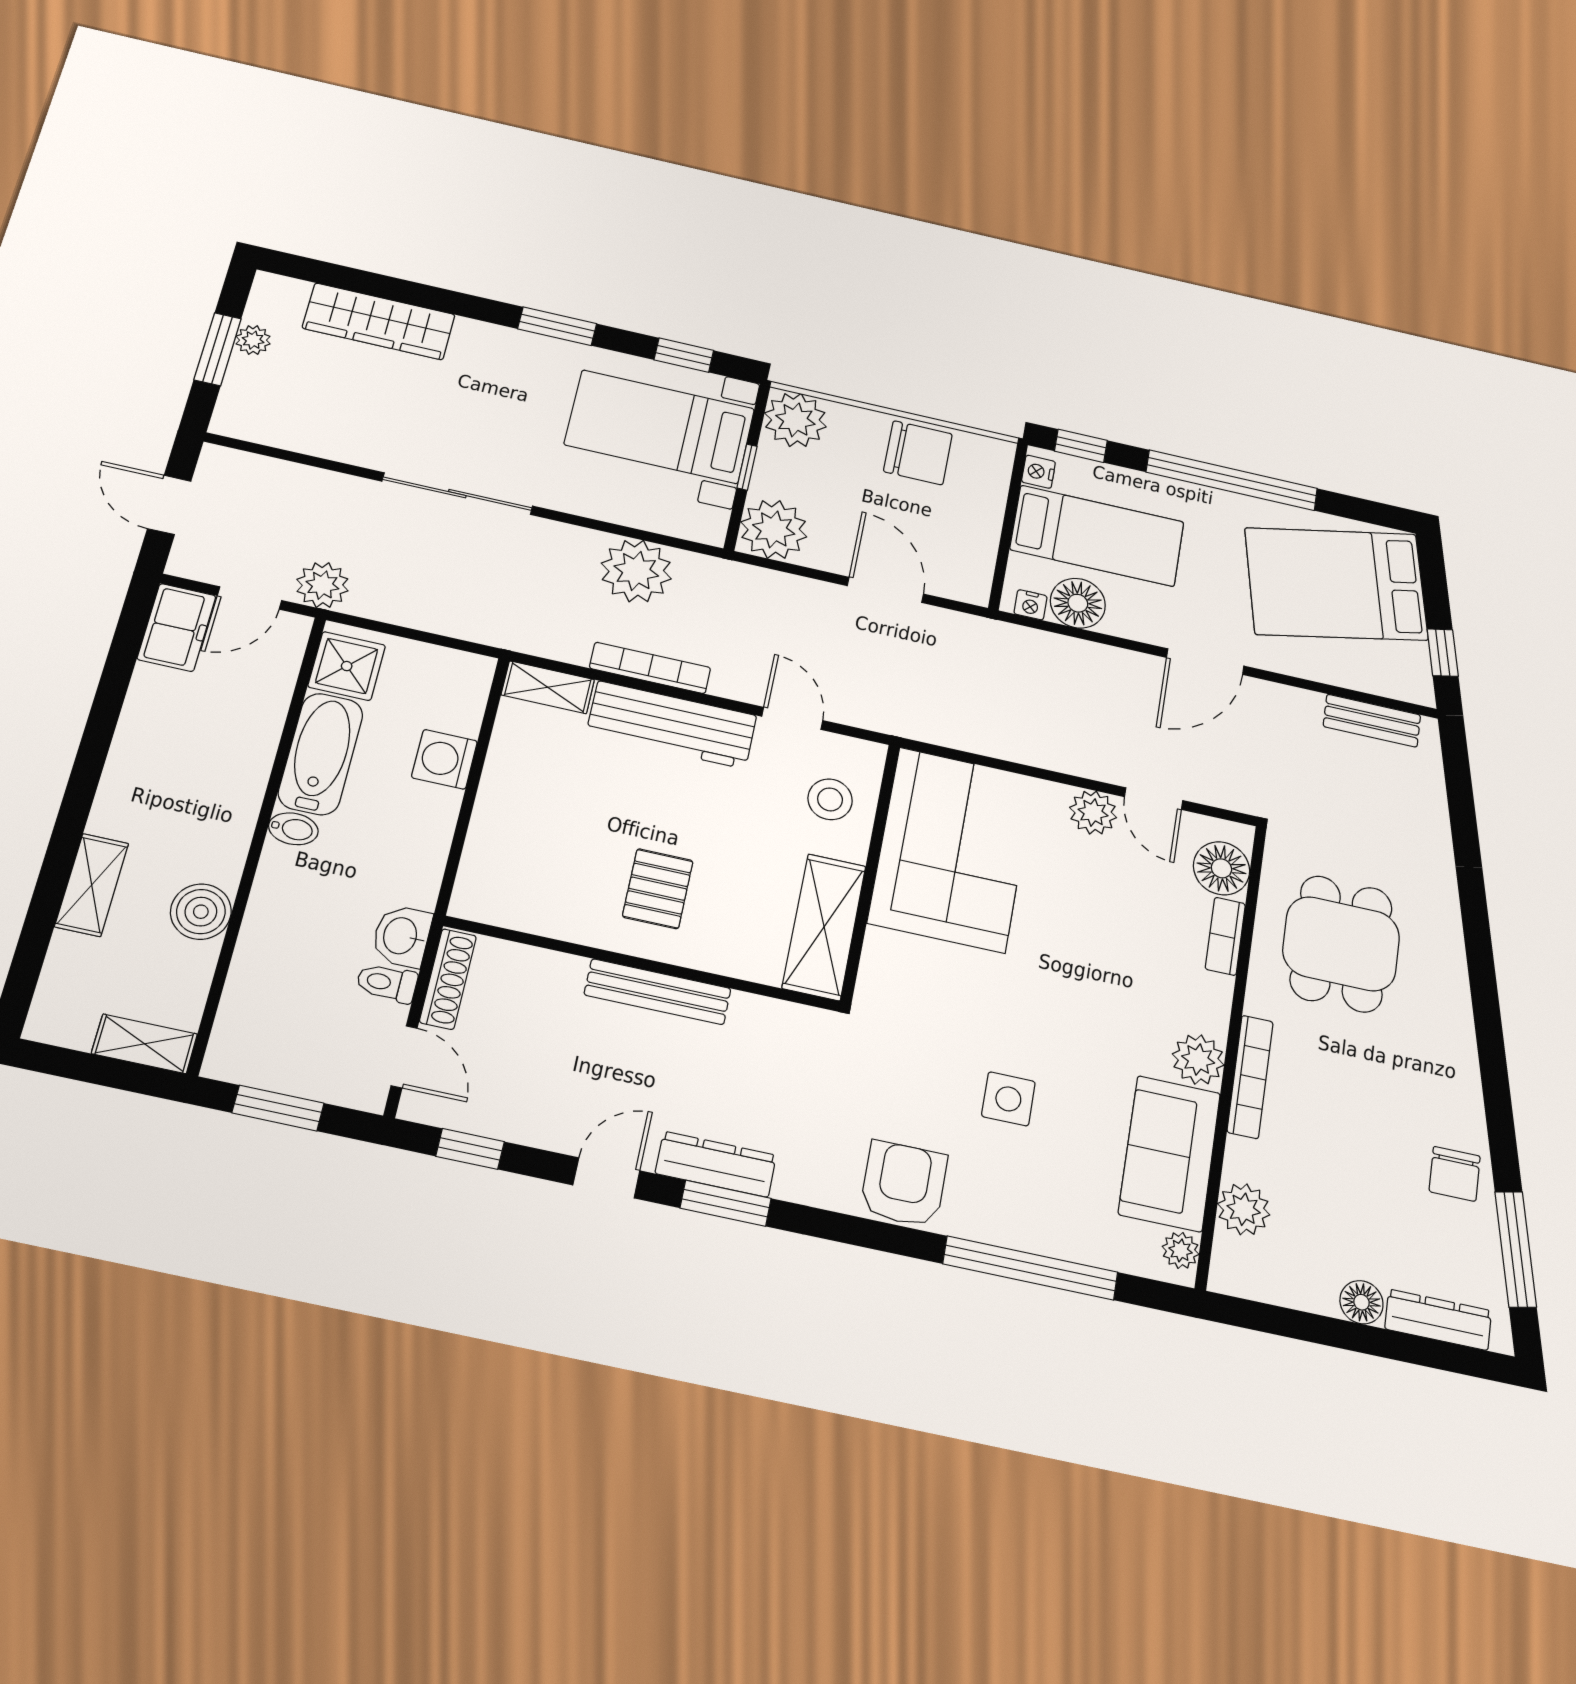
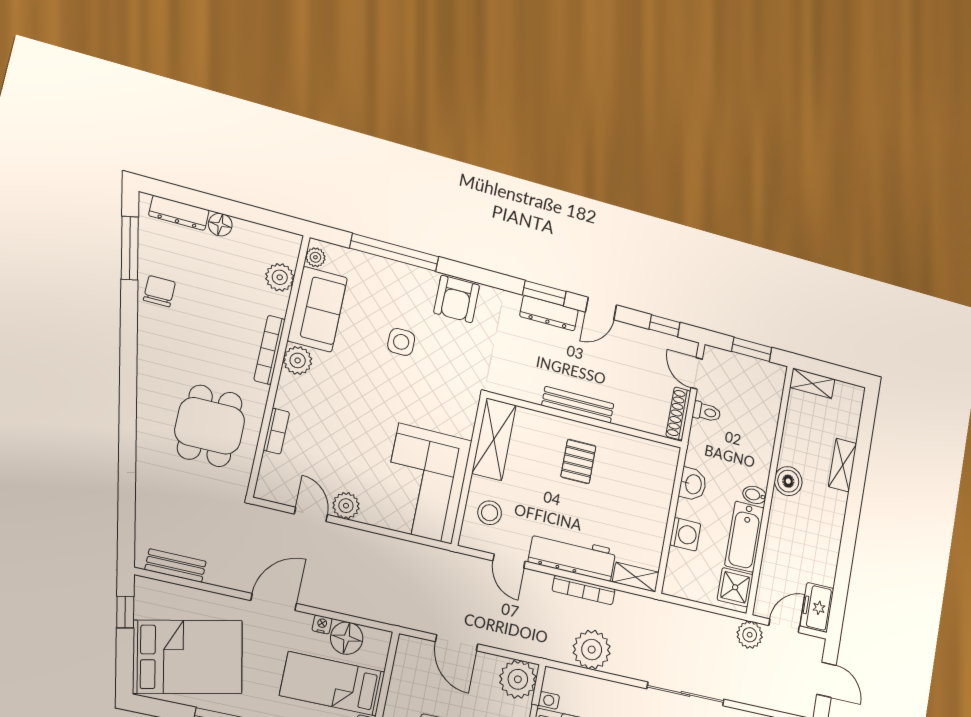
nightstand: (1030, 605) -> (322, 624), moved
floor lamp: (1221, 868) -> (275, 472), removed
boiler: (201, 912) -> (788, 481), moved
washbasin: (402, 936) -> (693, 484), moved

